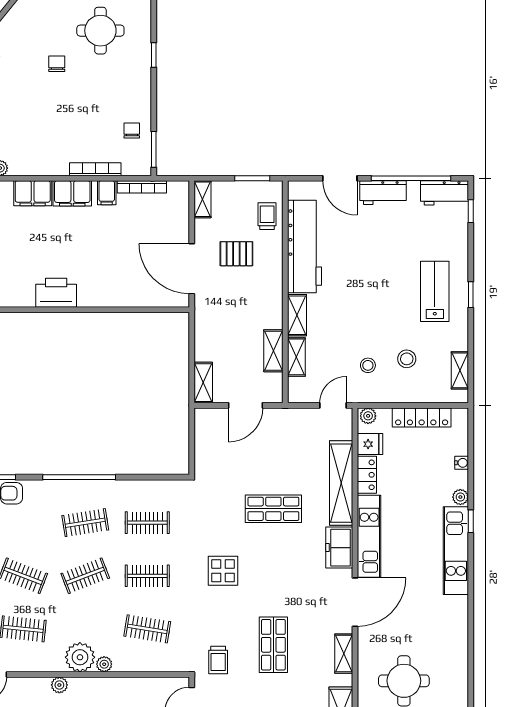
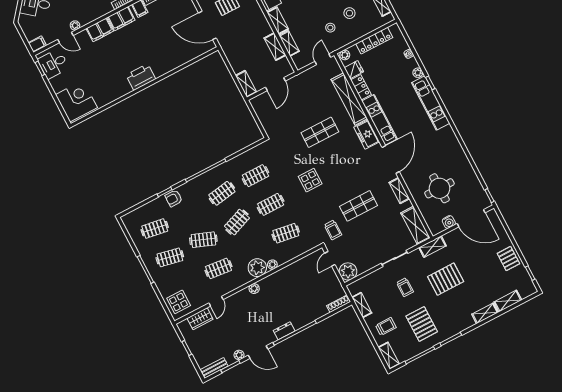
shop shelf: (273, 645) -> (359, 206), turned 90

